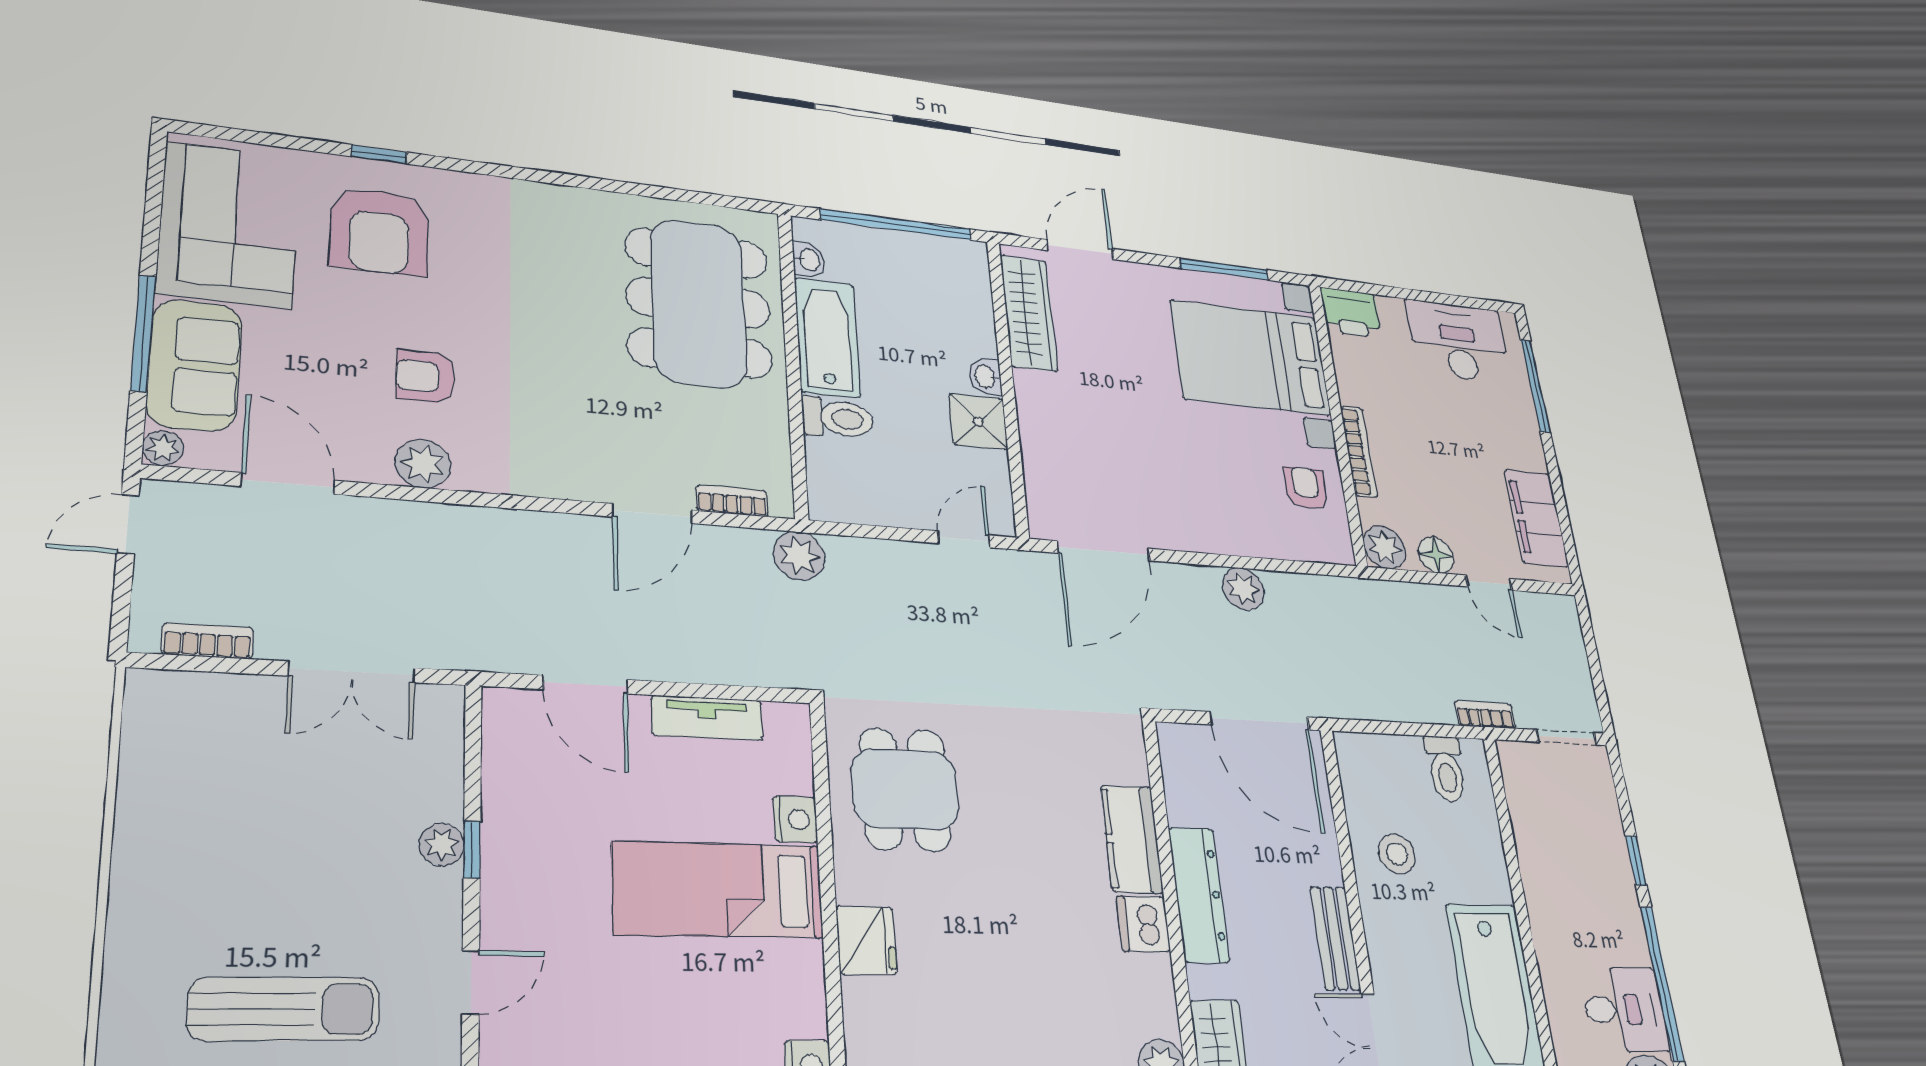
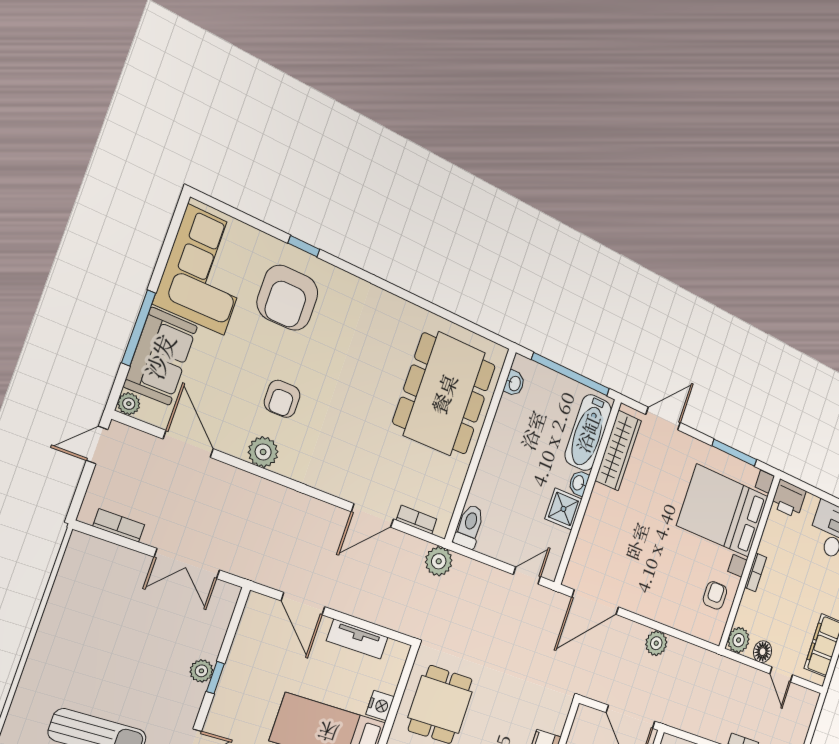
bathtub: (827, 338) -> (588, 433), moved, turned 180
armchair: (426, 377) -> (282, 399), turned -90
toilet: (838, 418) -> (469, 526), moved, turned -90
bookcase: (1359, 451) -> (756, 572), width x0.64

